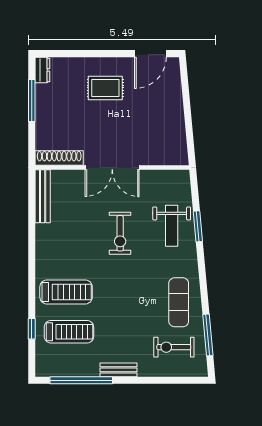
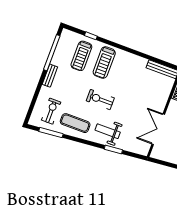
double door: (112, 168) -> (158, 129), moved
weight bench: (172, 226) -> (108, 131), moved
exercise bike: (120, 233) -> (100, 99), moved

